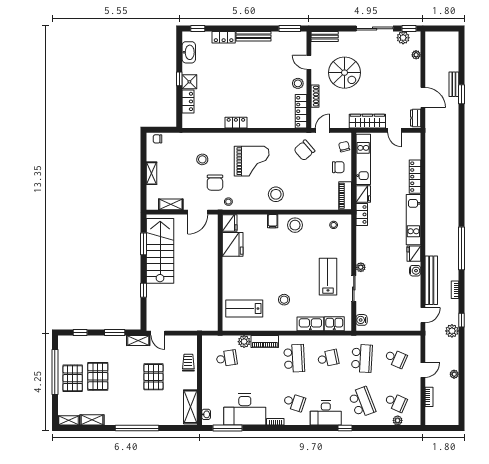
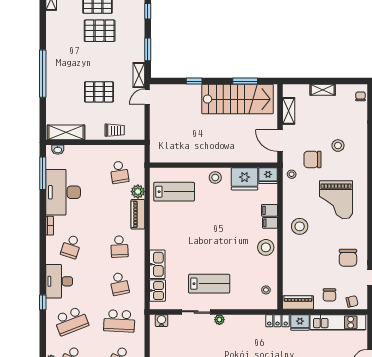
chair: (304, 150) -> (348, 258), turned -139
filing cabinet: (261, 222) -> (269, 210), added
stool: (284, 300) -> (215, 177), moved
lab bench: (244, 309) -> (174, 192), turned 90
school desk: (294, 358) -> (119, 247), width x0.54
shelving: (92, 420) -> (52, 24), removed

